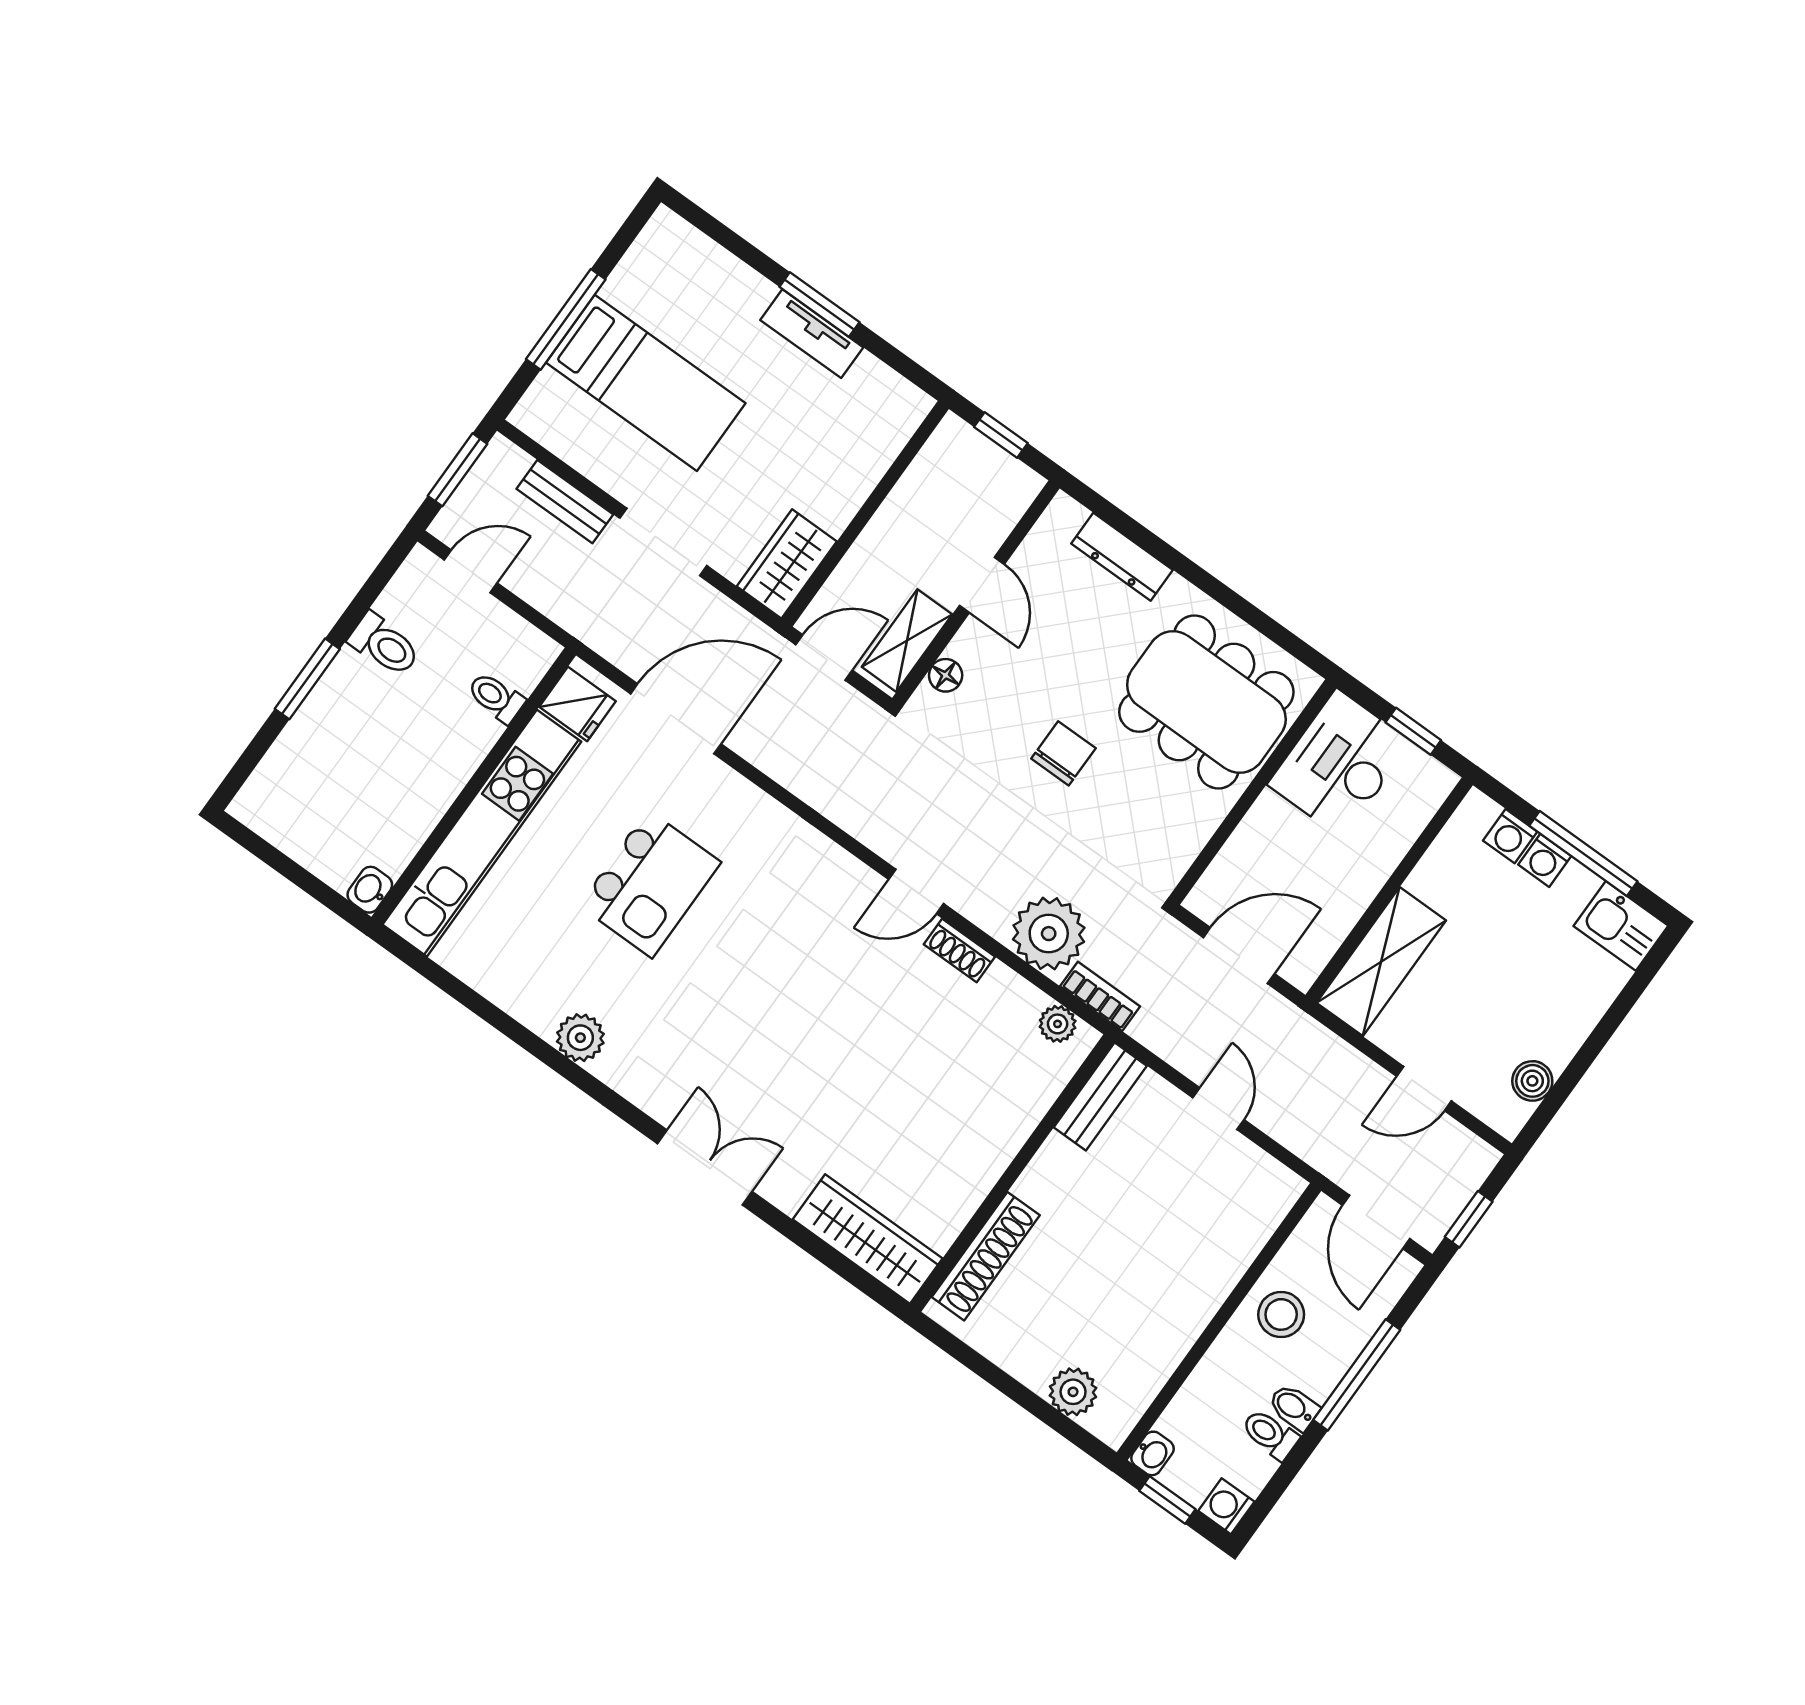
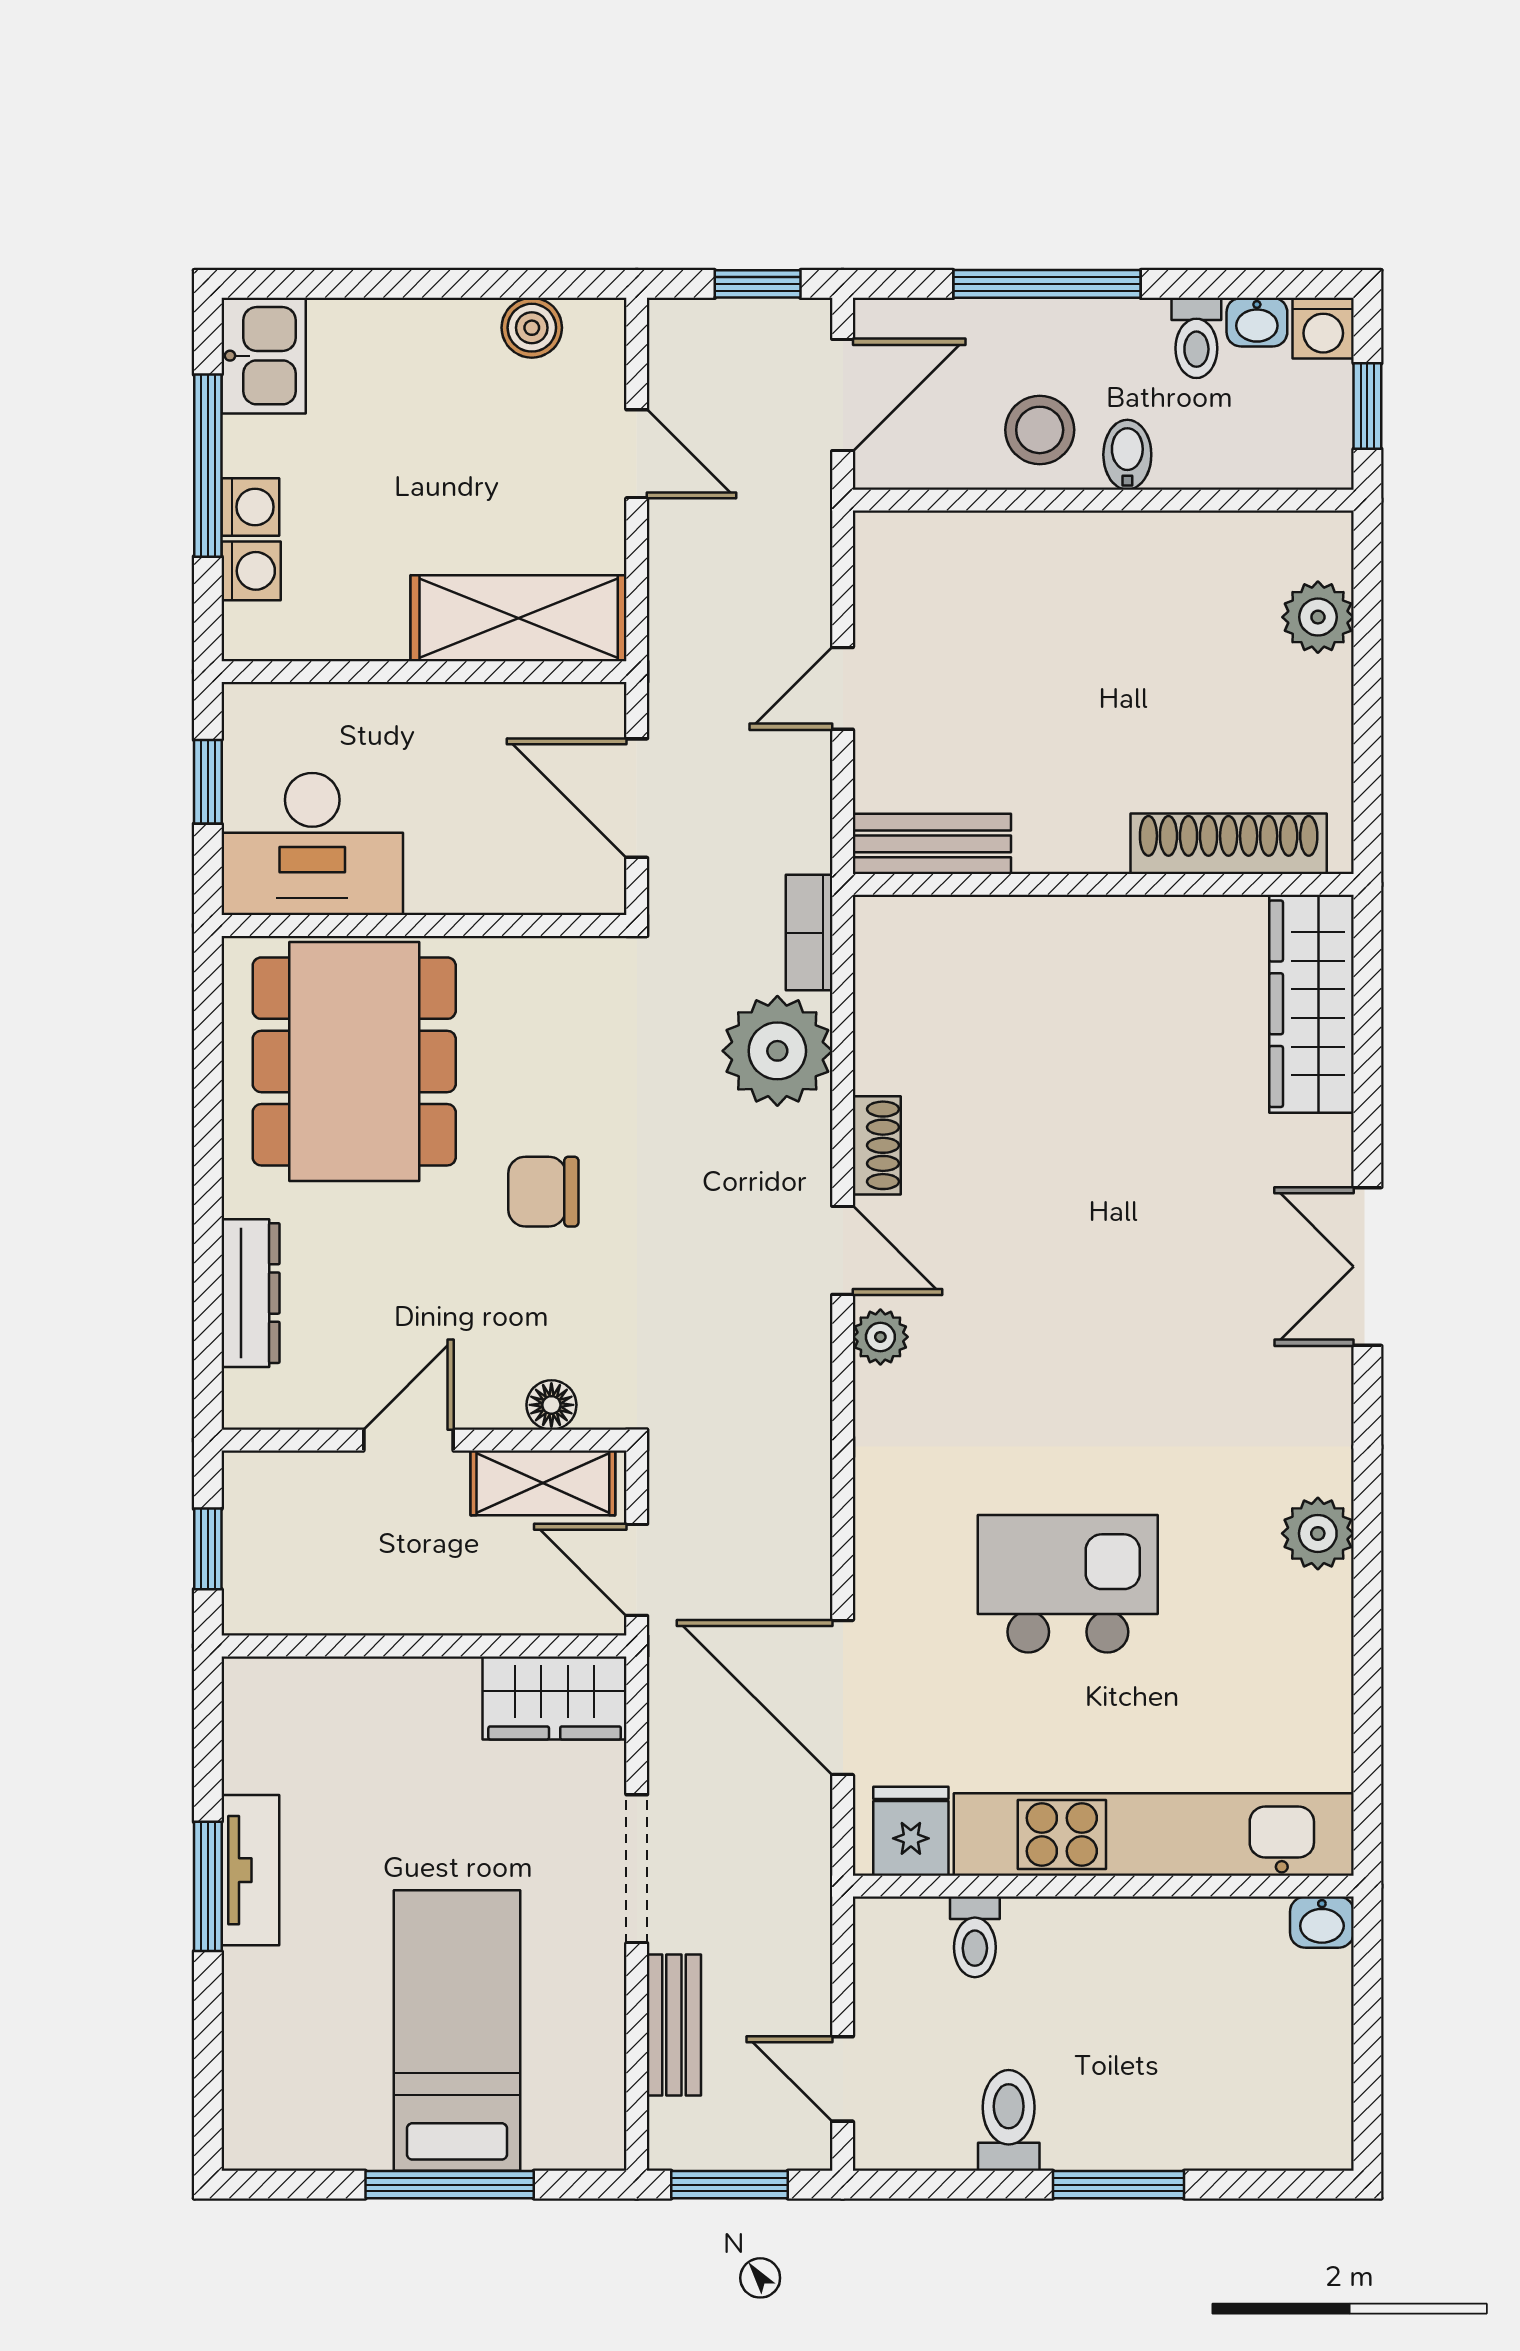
plant: (1058, 1024) -> (880, 1337), moved
bidet: (1294, 1407) -> (1127, 455), moved, turned 180
washbasin: (1153, 1453) -> (1257, 322), moved, turned 180

